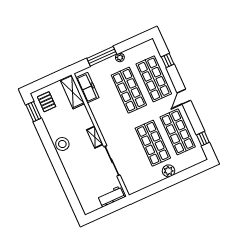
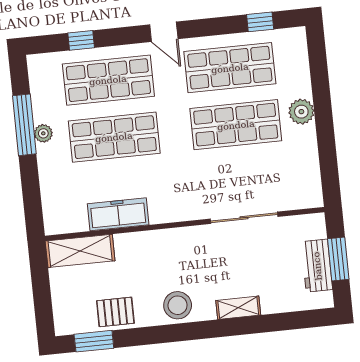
window: (102, 56) -> (24, 125), moved
freezer: (87, 88) -> (118, 214), moved
pallet: (47, 102) -> (115, 312), moved
shelving: (95, 137) -> (238, 308), moved
workbench: (111, 197) -> (317, 266), moved
window: (107, 210) -> (338, 259), added

